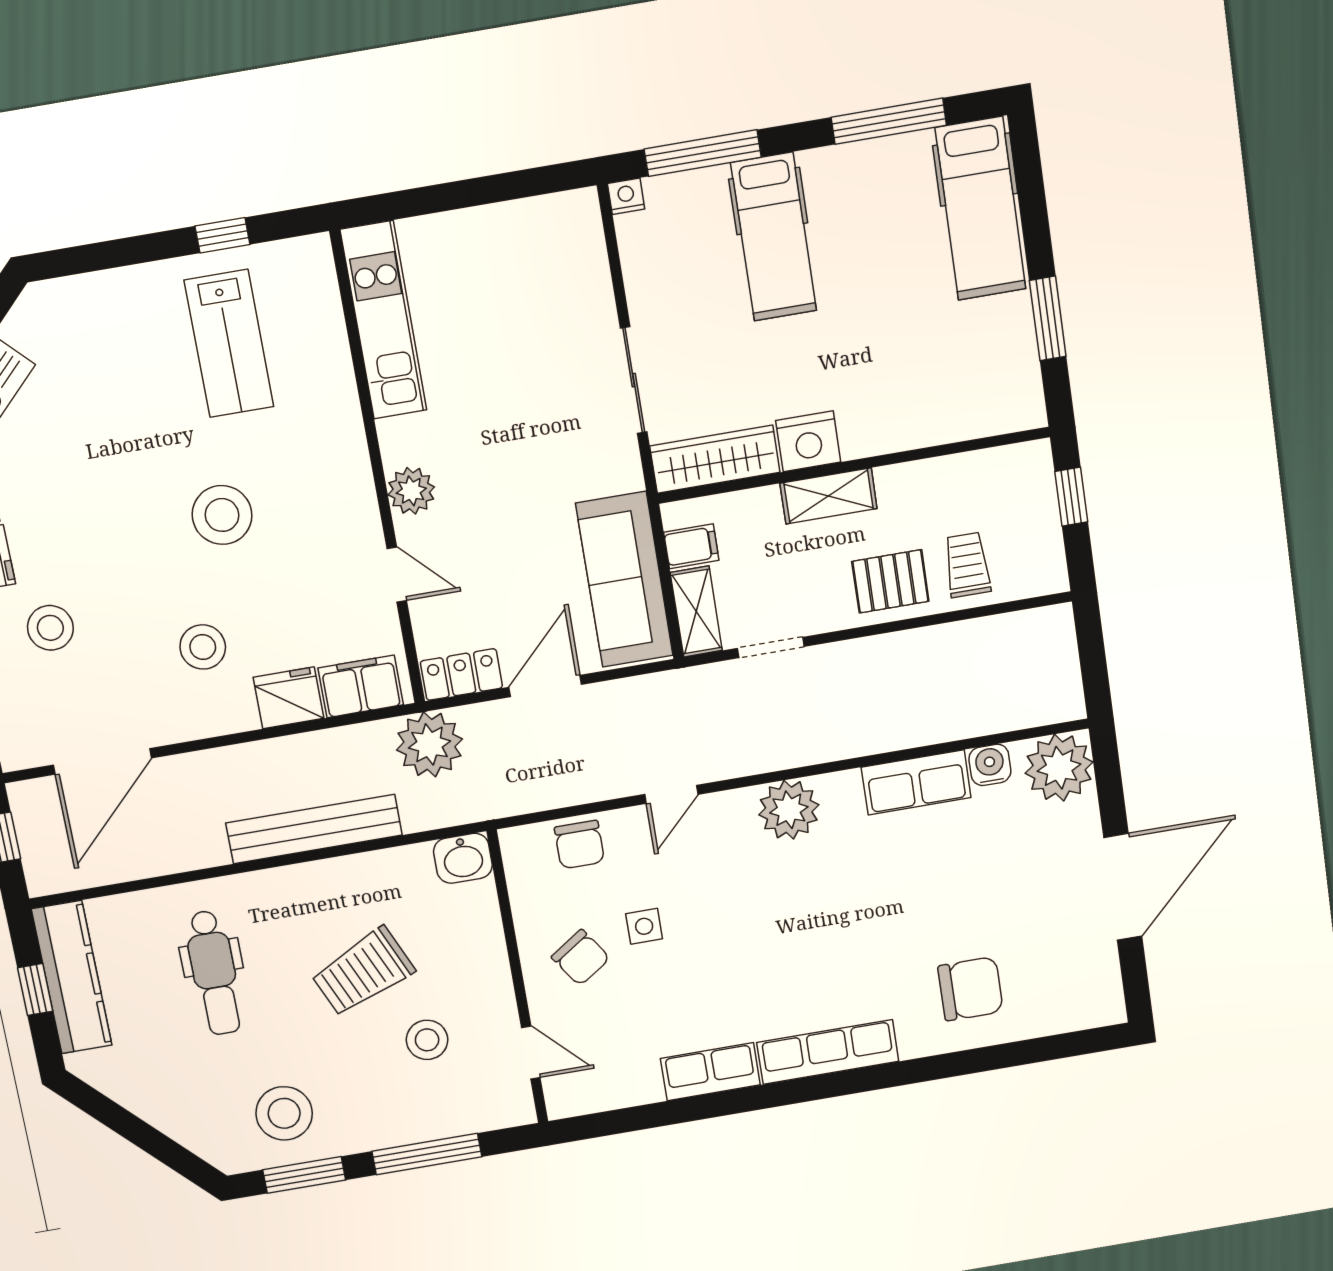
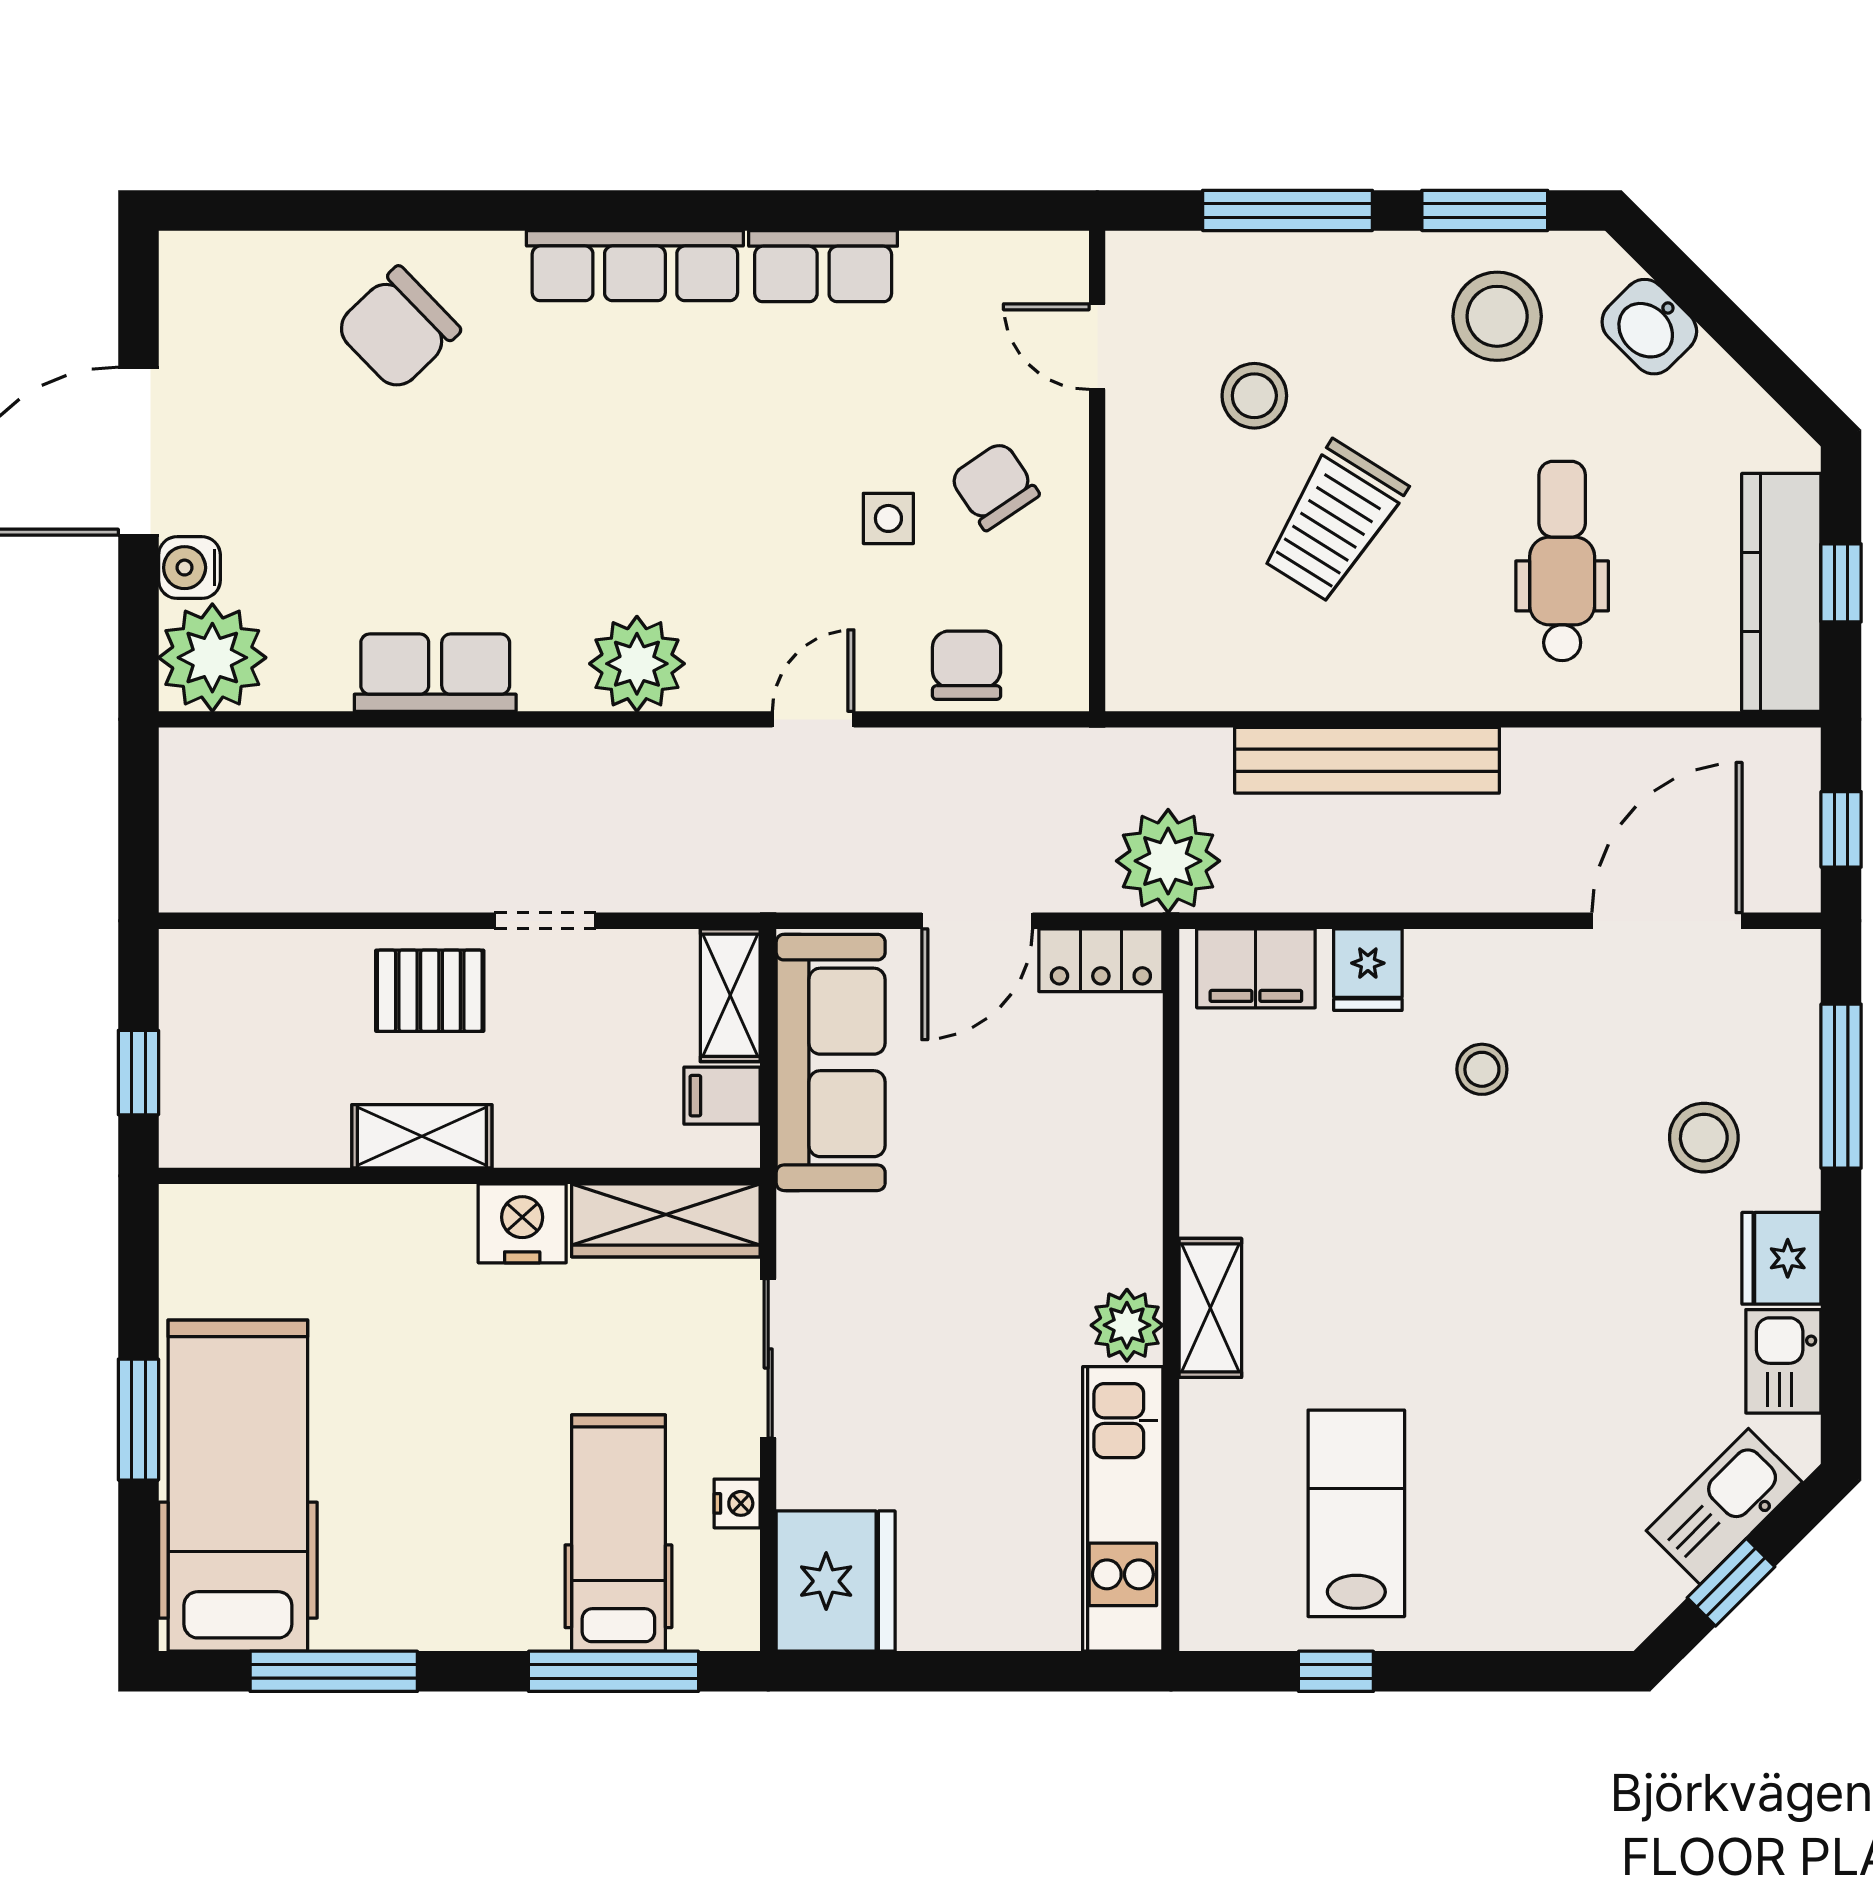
nightstand: (626, 196) -> (737, 1503), moved, turned -90
hospital bed: (980, 209) -> (238, 1486), width x1.37, depth x1.29
hospital bed: (774, 237) -> (618, 1533), moved
fridge: (565, 239) -> (836, 1581), added
window: (1048, 318) -> (138, 1420), moved
shelving: (350, 463) -> (1210, 1308), added
plant: (411, 491) -> (1127, 1325), moved
shelving: (829, 496) -> (422, 1136), moved
stool: (222, 515) -> (1415, 1263), removed
trolley: (967, 565) -> (310, 996), removed
door: (397, 574) -> (1171, 1129), removed
stool: (203, 647) -> (1482, 1069), width x0.73, depth x0.73
doorway: (771, 647) -> (545, 921), moved
fridge: (288, 698) -> (1368, 970), width x0.72
water cooler: (990, 765) -> (189, 568), moved, turned 90
washbasin: (463, 858) -> (1649, 327), moved, turned -135
trolley: (363, 972) -> (1334, 522), turned 146
chair: (970, 989) -> (398, 329), turned -44

